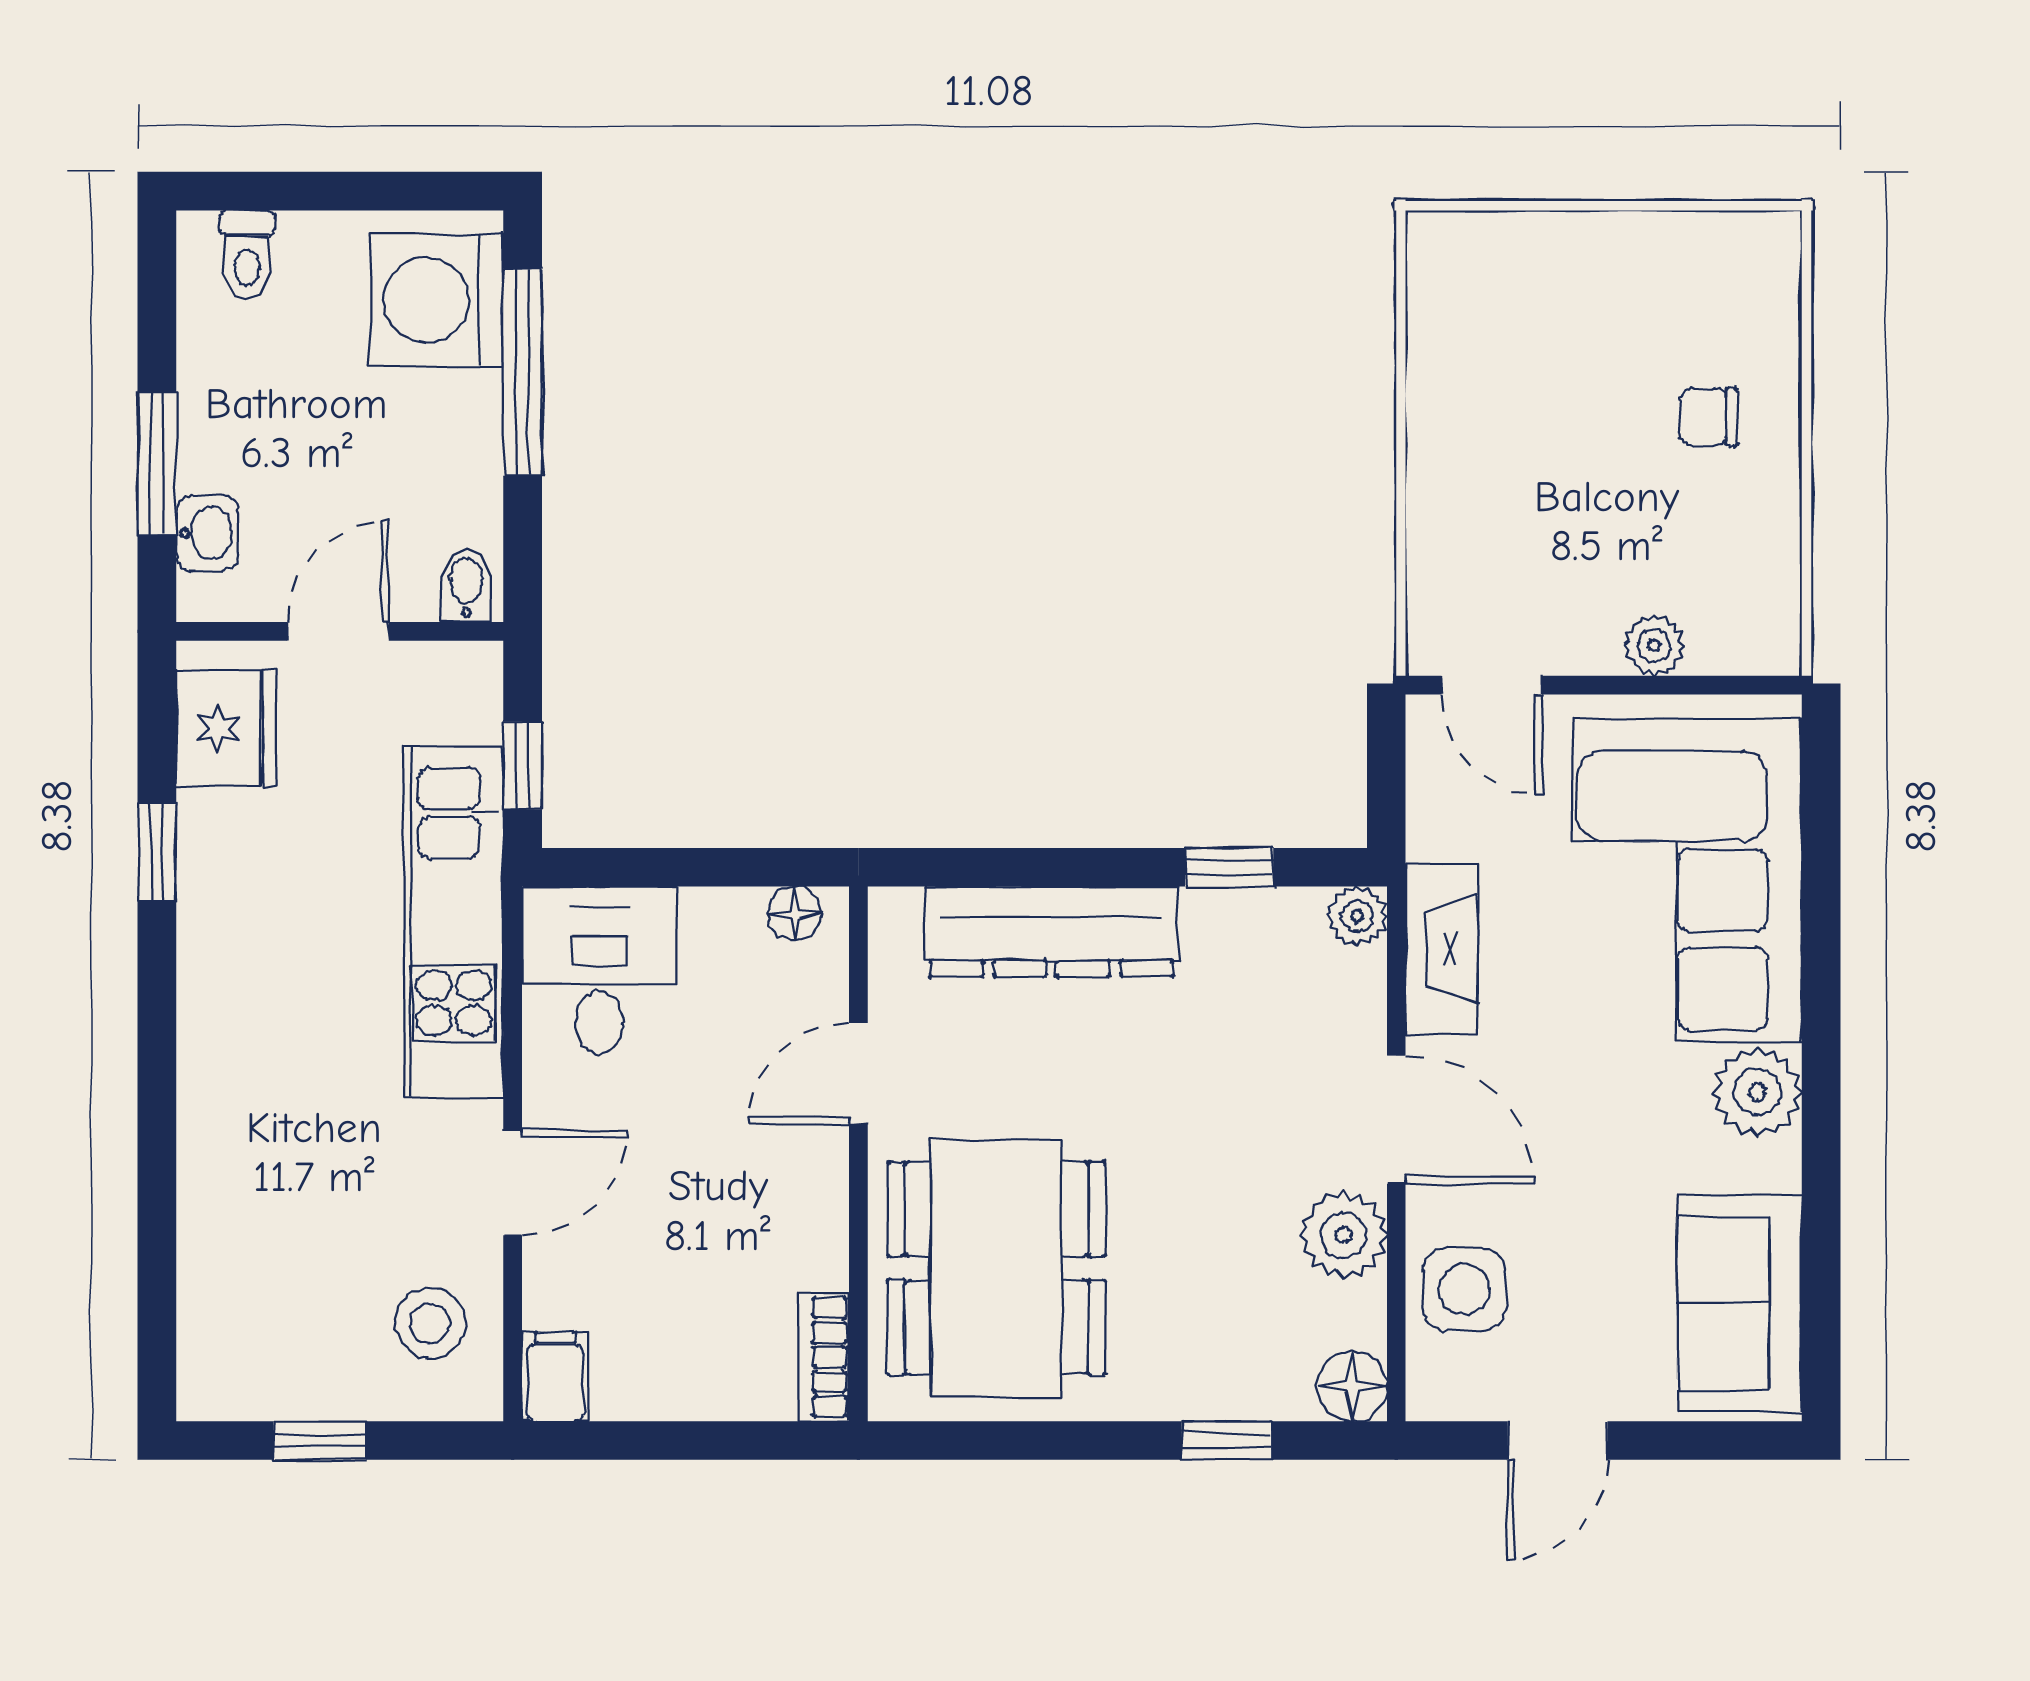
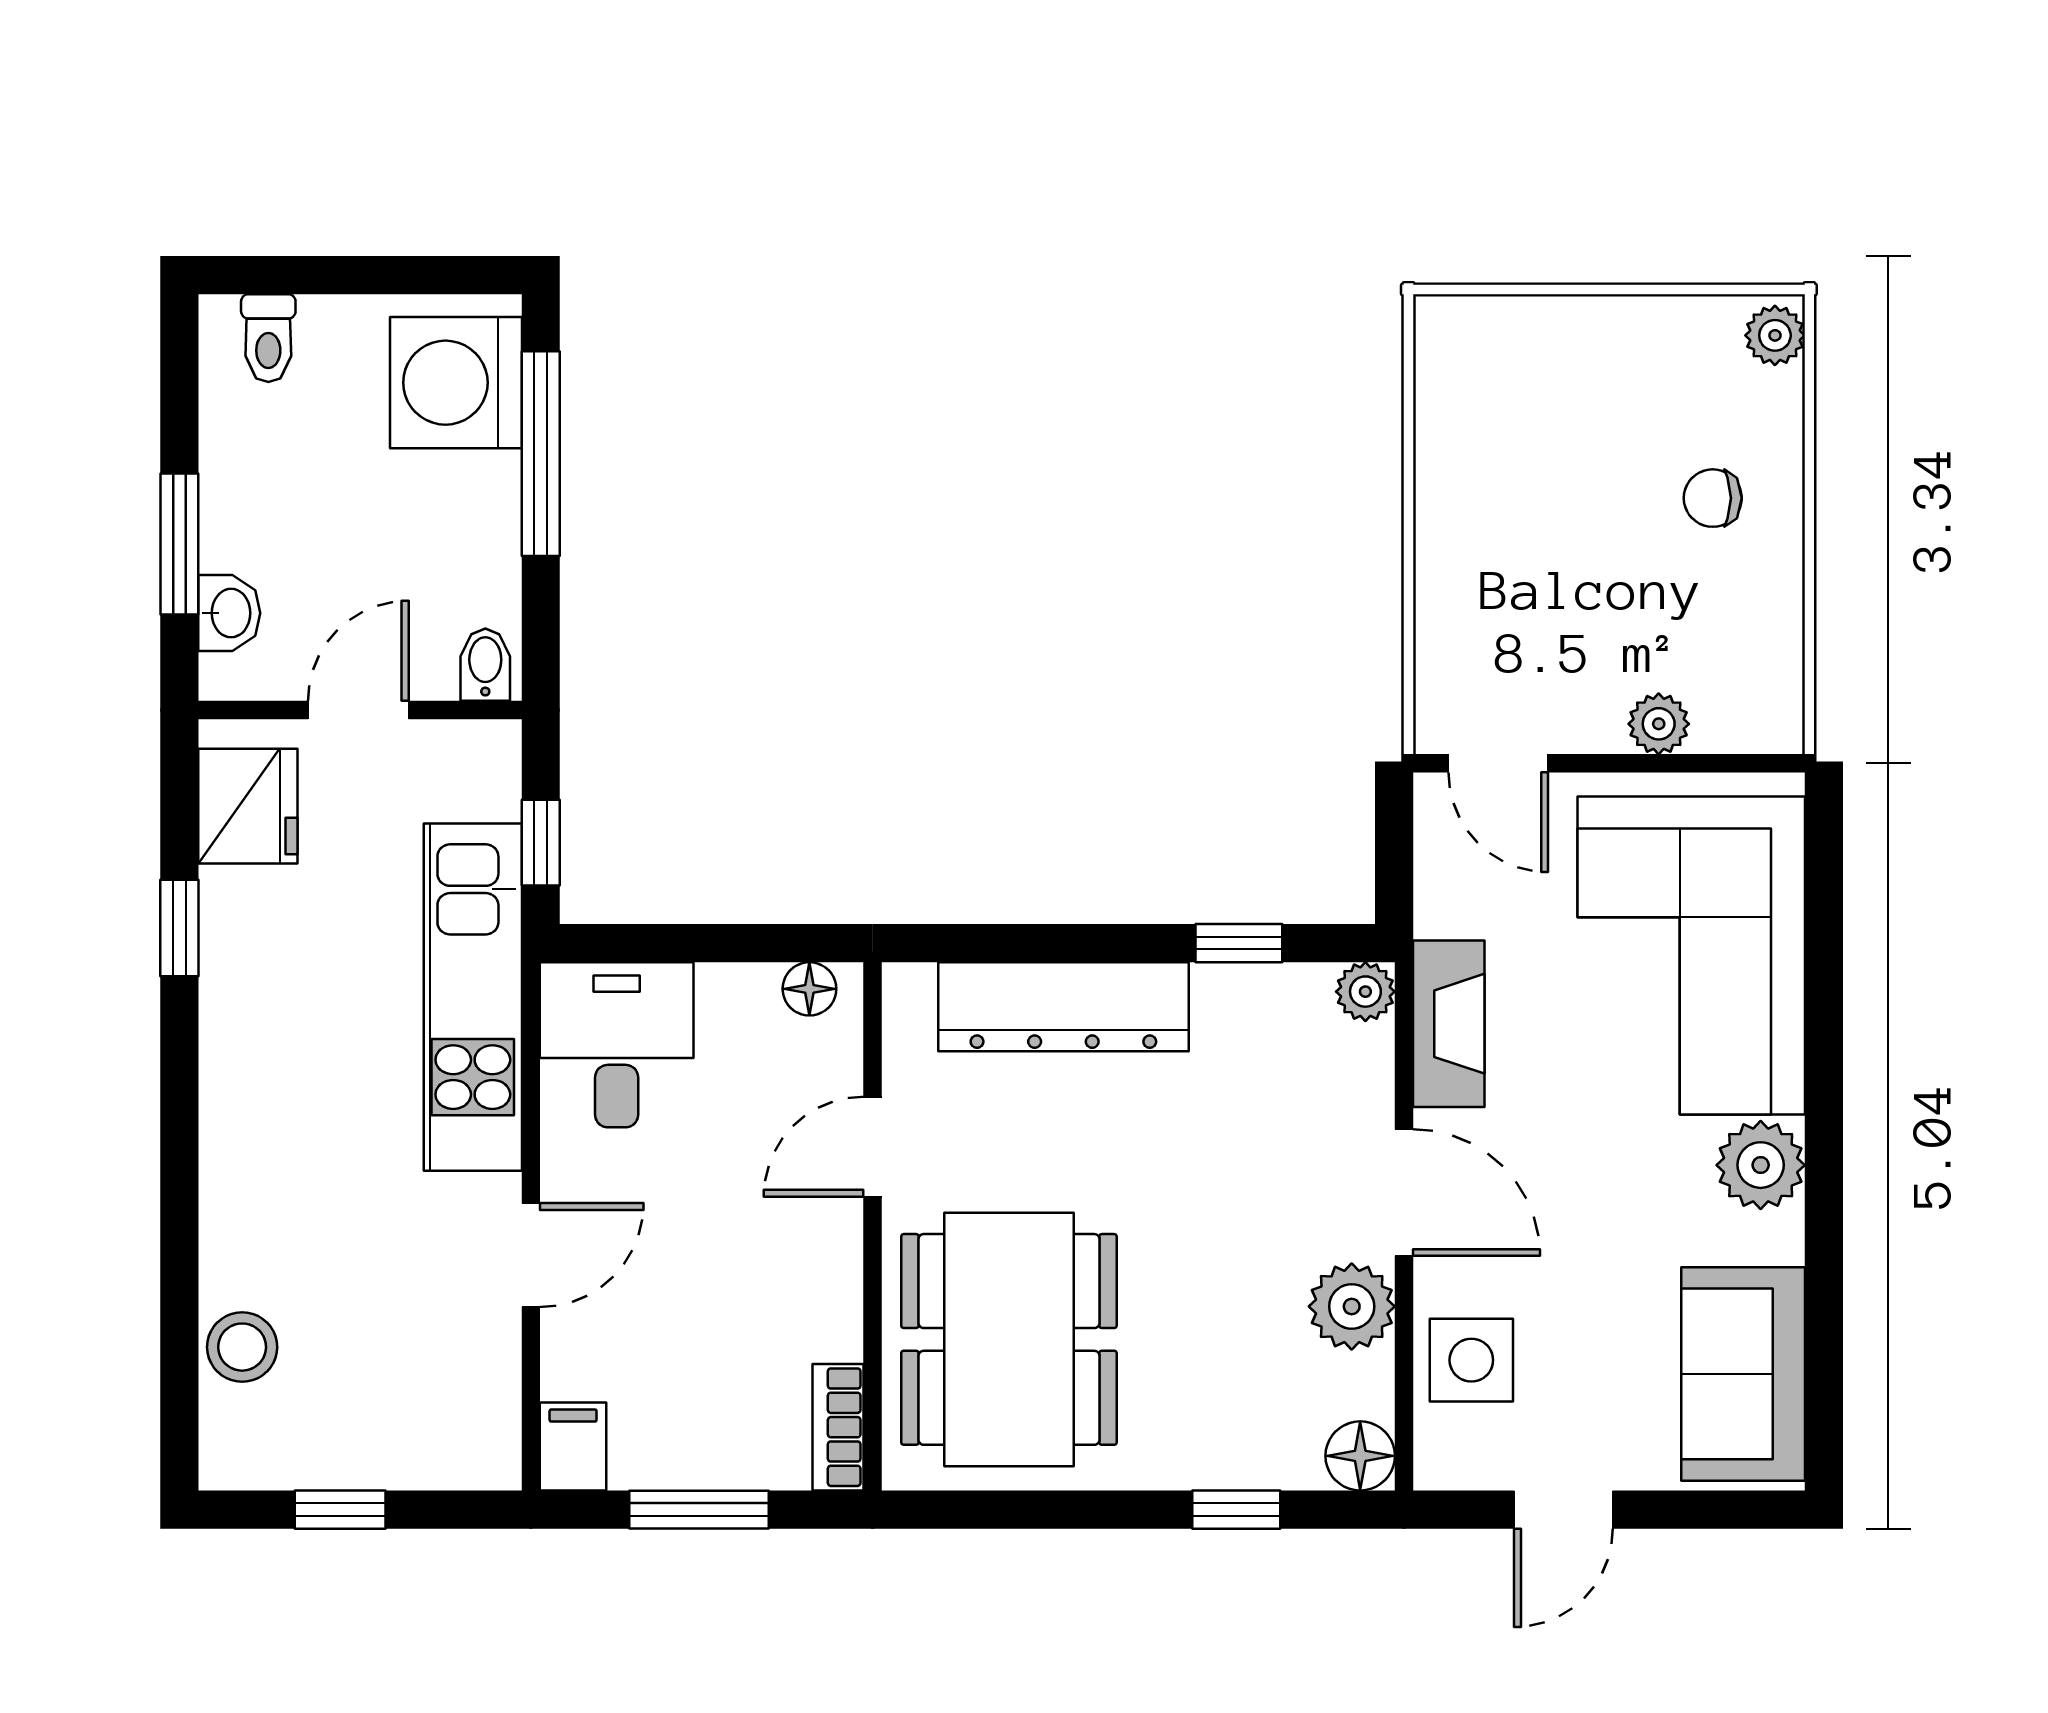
plant: (1772, 252) -> (1775, 335), added
stool: (430, 1323) -> (242, 1347), moved
window: (683, 1440) -> (699, 1510), added

